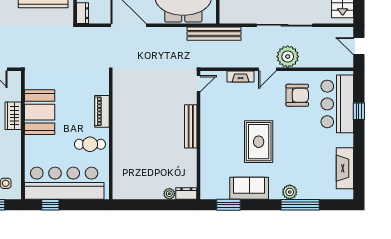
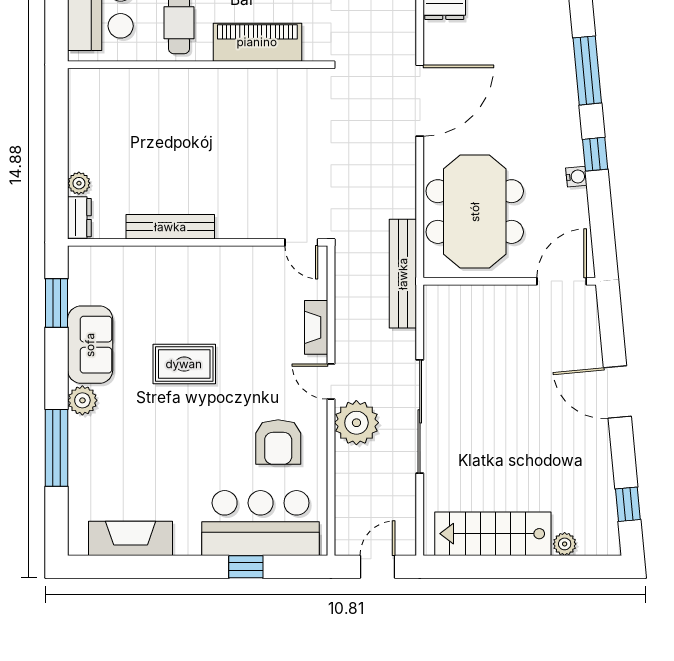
piano: (102, 111) -> (257, 42), width x1.37, depth x1.33
bench: (191, 126) -> (170, 227), moved
rug: (259, 142) -> (184, 364), width x0.73, depth x0.70
plant: (290, 192) -> (82, 400), moved

